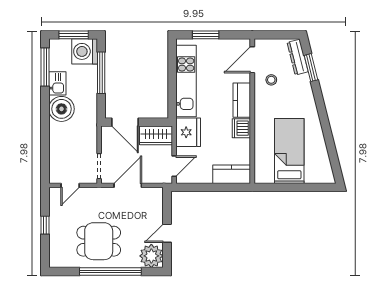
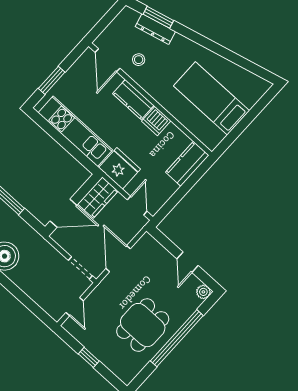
dresser: (298, 57) -> (155, 29), moved
plant: (151, 256) -> (203, 292), width x0.53, depth x0.53

